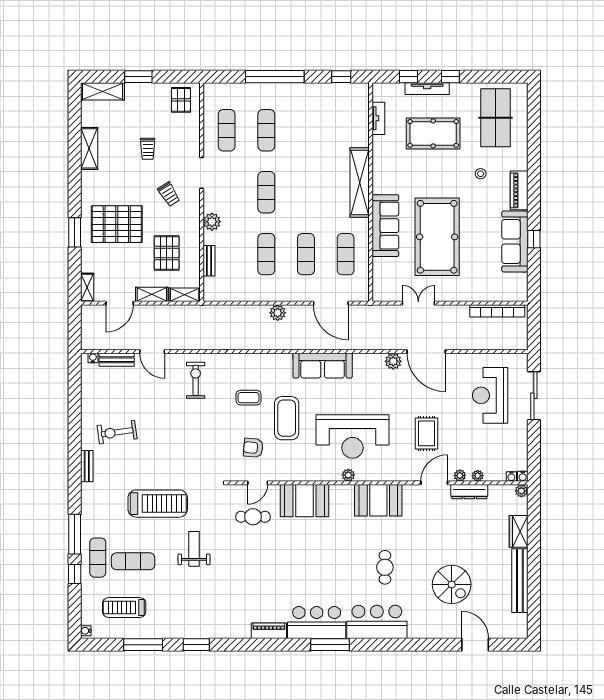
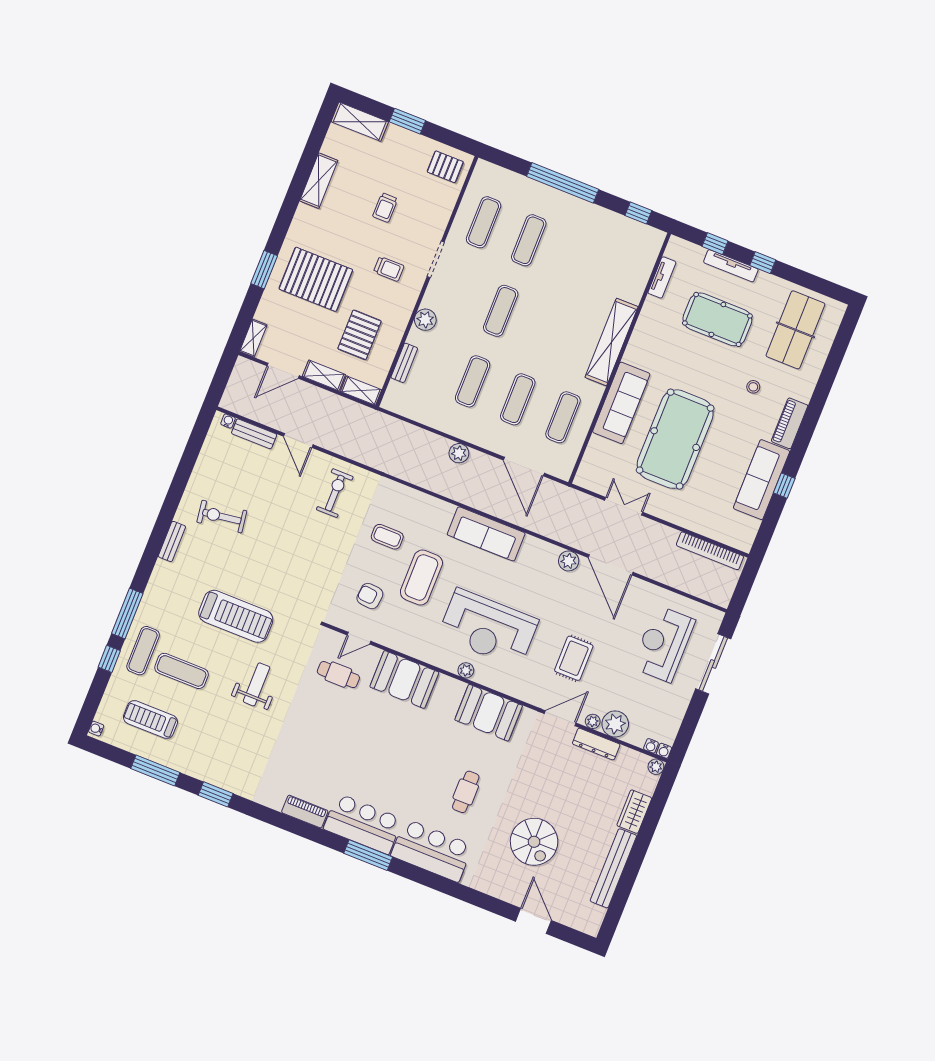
pallet: (181, 100) -> (445, 167), turned 90
trolley: (169, 194) -> (389, 269), turned -58
plant: (478, 476) -> (615, 724), width x1.87, depth x1.87

